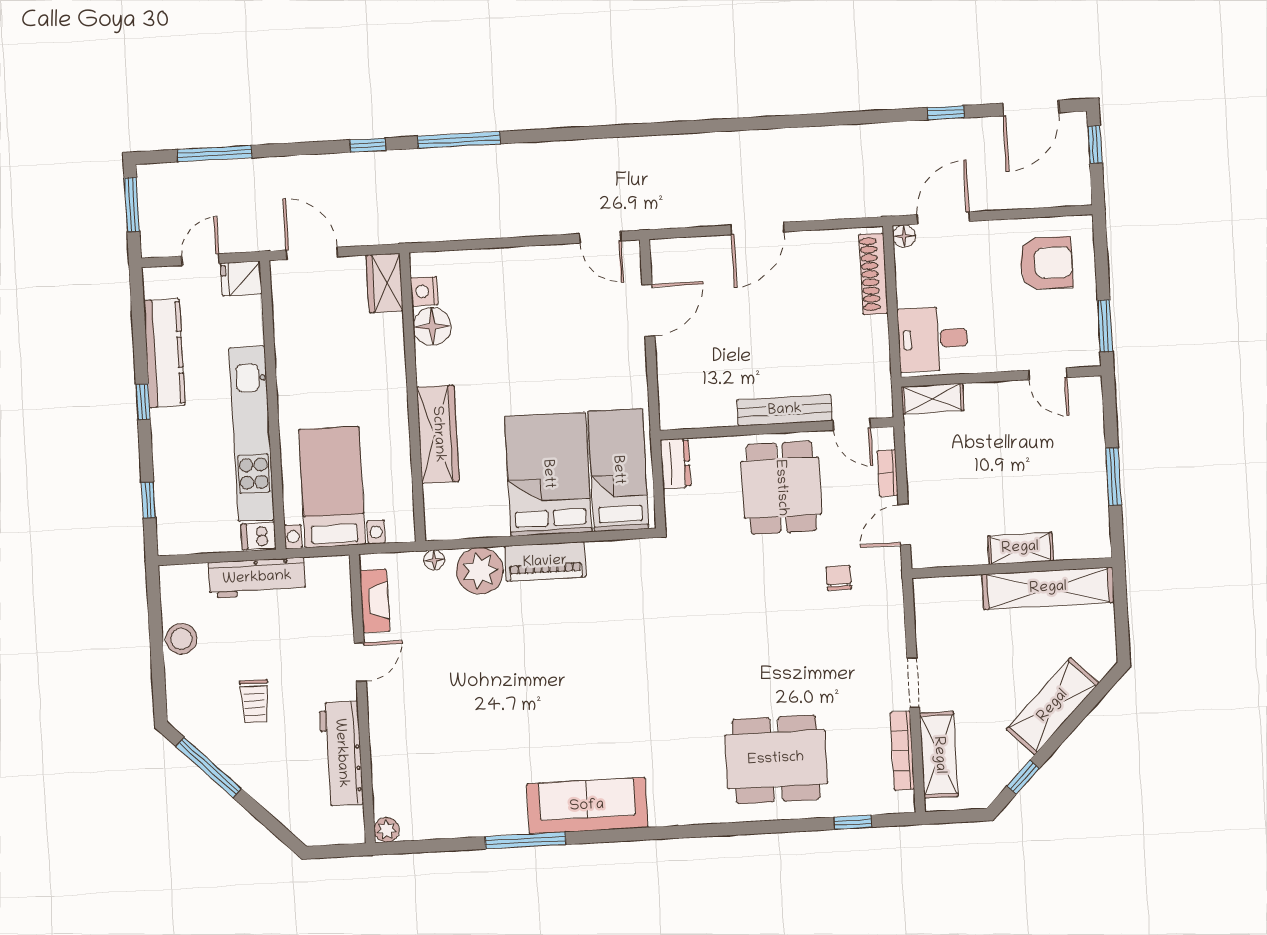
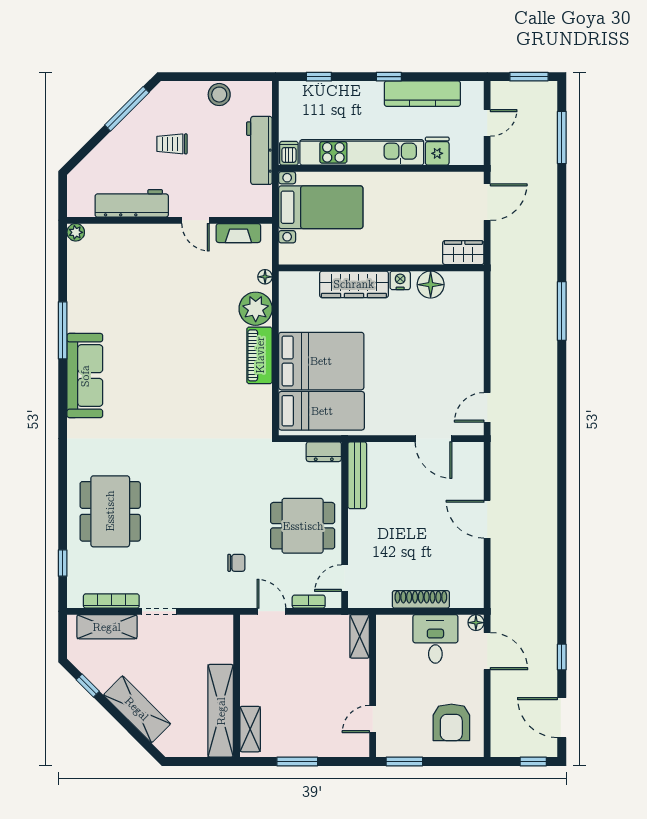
window: (368, 145) -> (562, 246), removed
door: (200, 260) -> (487, 123), hinge flipped
shoe rack: (873, 274) -> (421, 599), moved
fridge: (241, 279) -> (437, 151), moved
nightstand: (424, 291) -> (400, 280), moved
desk: (933, 339) -> (435, 639), moved
bench: (785, 410) -> (357, 475), moved
shelving: (1020, 548) -> (250, 729), moved

